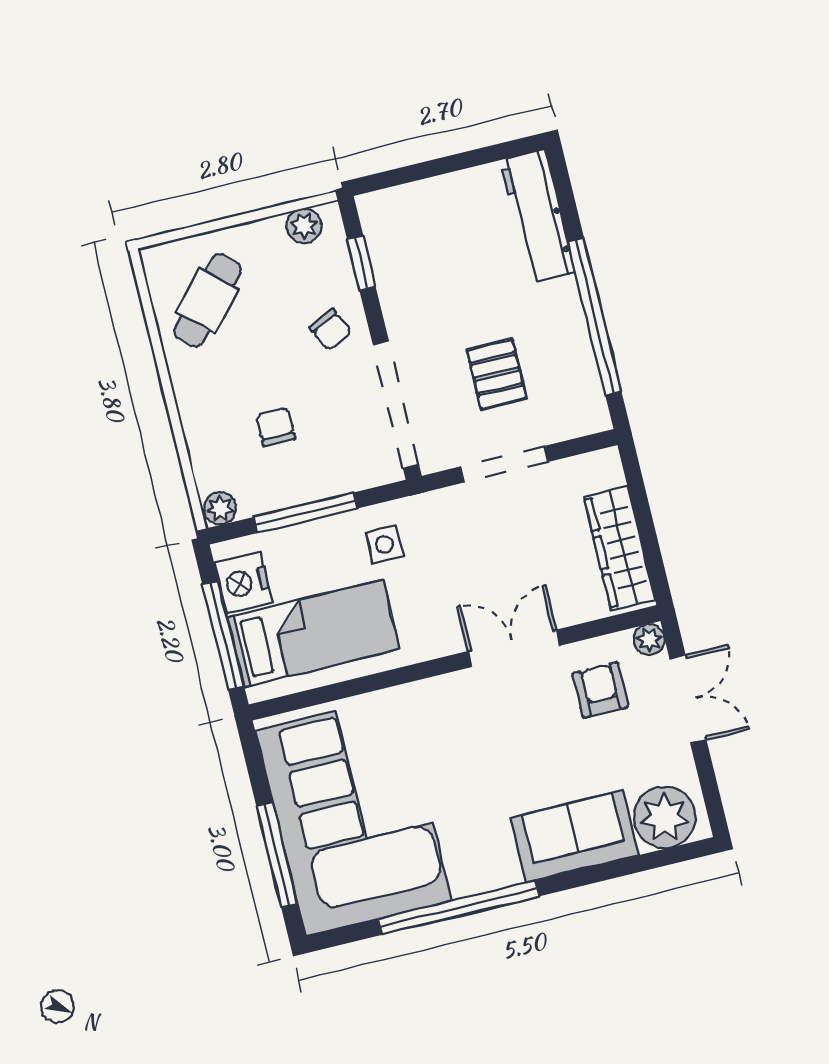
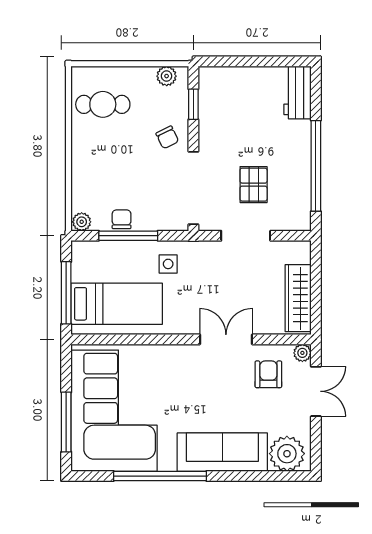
workbench: (537, 216) -> (298, 92), width x0.73
cafe table: (208, 300) -> (103, 104), turned 48
chair: (276, 427) -> (122, 219), moved
nightstand: (243, 583) -> (84, 266), removed
sofa: (575, 836) -> (222, 452), width x1.36

